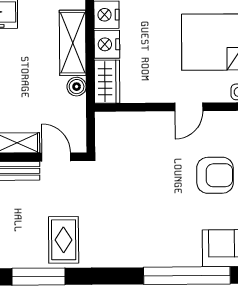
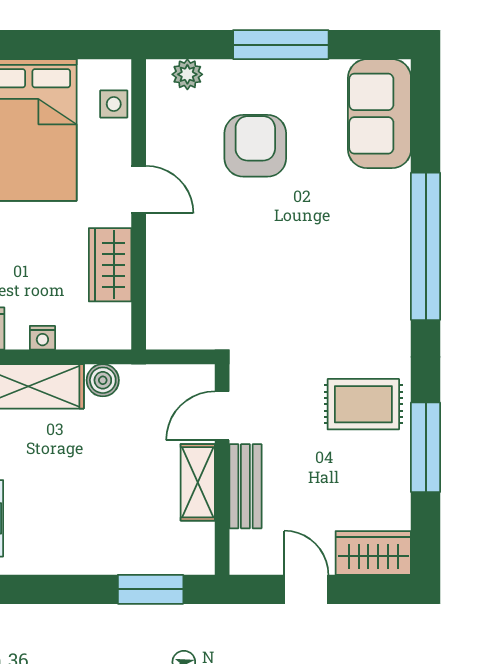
nightstand: (107, 44) -> (42, 338), width x0.53, depth x0.56
wardrobe: (107, 82) -> (110, 265), moved, turned -90
window: (187, 276) -> (426, 246), moved

